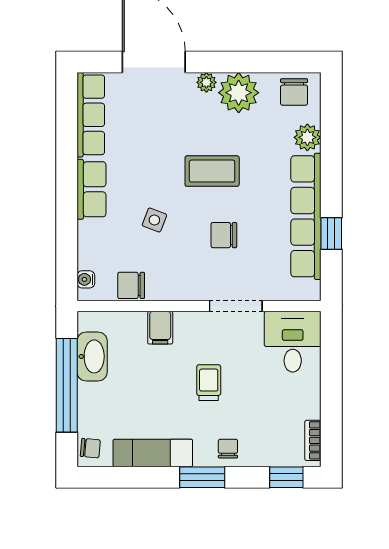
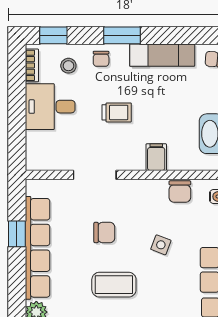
chair: (131, 285) -> (180, 192), turned 90
desk: (293, 342) -> (50, 107), moved, turned 90
trolley: (209, 383) -> (117, 112), turned -90
stool: (268, 440) -> (68, 66), added

